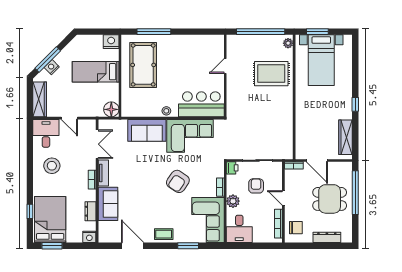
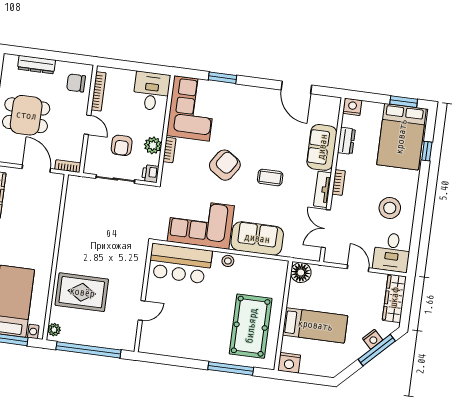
plant: (233, 201) -> (153, 145), moved
coffee table: (164, 234) -> (270, 177), moved

